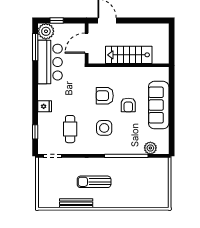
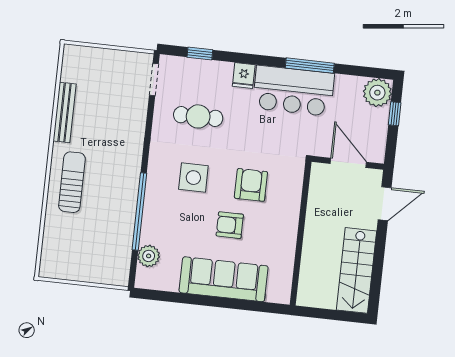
window: (35, 47) -> (310, 66), moved
stairs: (129, 55) -> (356, 270), moved, turned 180
bar counter: (50, 62) -> (293, 91), moved
sun lounger: (94, 182) -> (72, 182), moved

